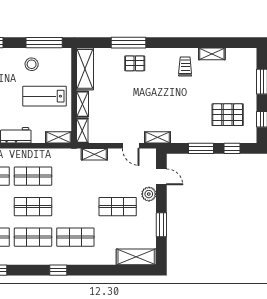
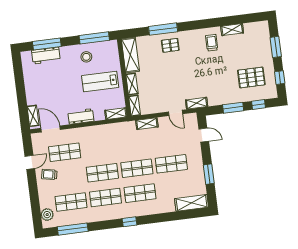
shop shelf: (33, 176) -> (137, 168), moved
plant: (149, 194) -> (195, 150), removed

